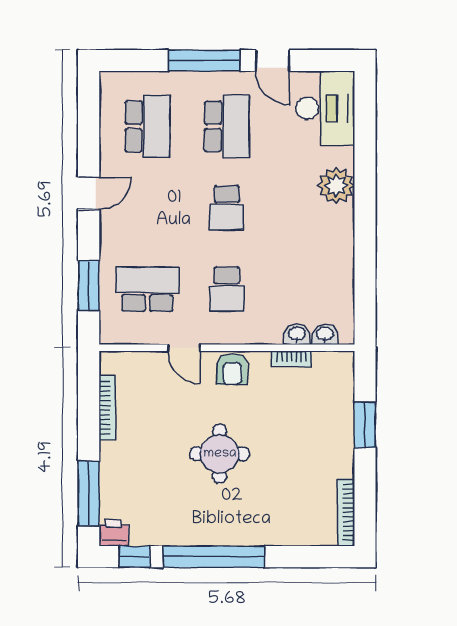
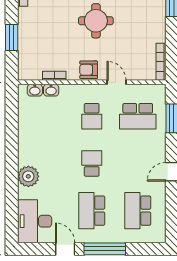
school desk: (227, 289) -> (92, 116), turned 180
armchair: (232, 369) -> (89, 70), turned -90
bookcase: (107, 408) -> (161, 62), moved

